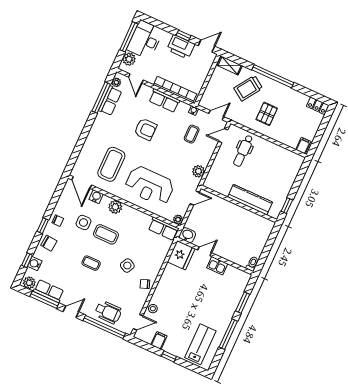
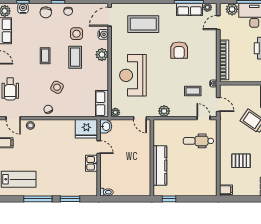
row of seats: (164, 101) -> (211, 55), removed
pallet: (267, 114) -> (241, 161), moved
coffee table: (111, 164) -> (143, 24), moved

